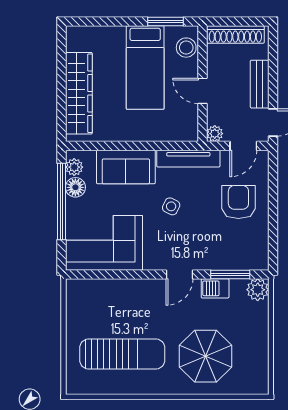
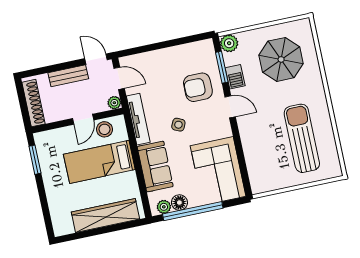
stool: (186, 48) -> (104, 129), moved
bed: (145, 68) -> (99, 162), moved, turned 180
armchair: (238, 202) -> (198, 87), moved
parasol: (206, 356) -> (281, 59), moved

